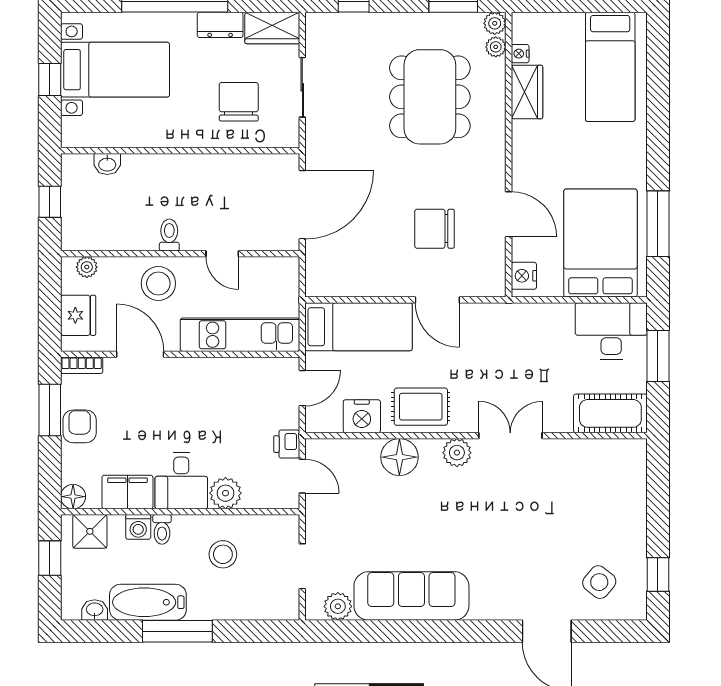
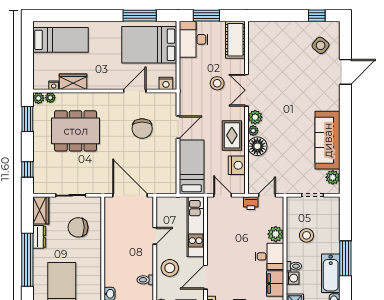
toilet: (169, 235) -> (145, 280), moved
stool: (524, 377) -> (217, 83), added
plant: (430, 449) -> (253, 131), added

